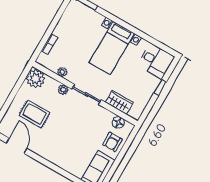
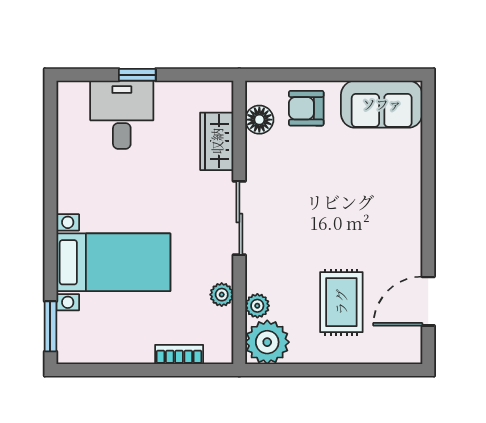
bed with nightstands: (112, 48) -> (113, 262), moved
desk: (156, 61) -> (122, 115), moved
plant: (63, 90) -> (257, 306), moved
armchair: (112, 142) -> (306, 108), turned 180

